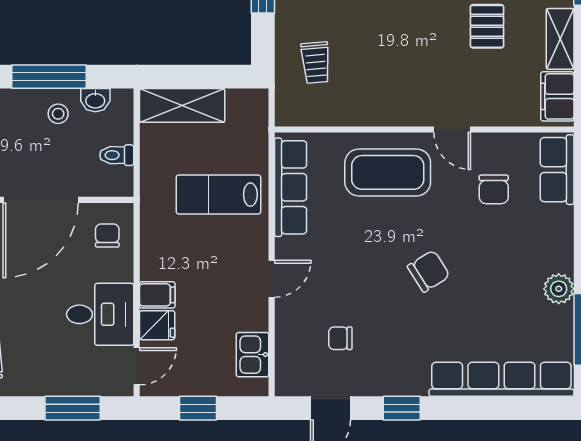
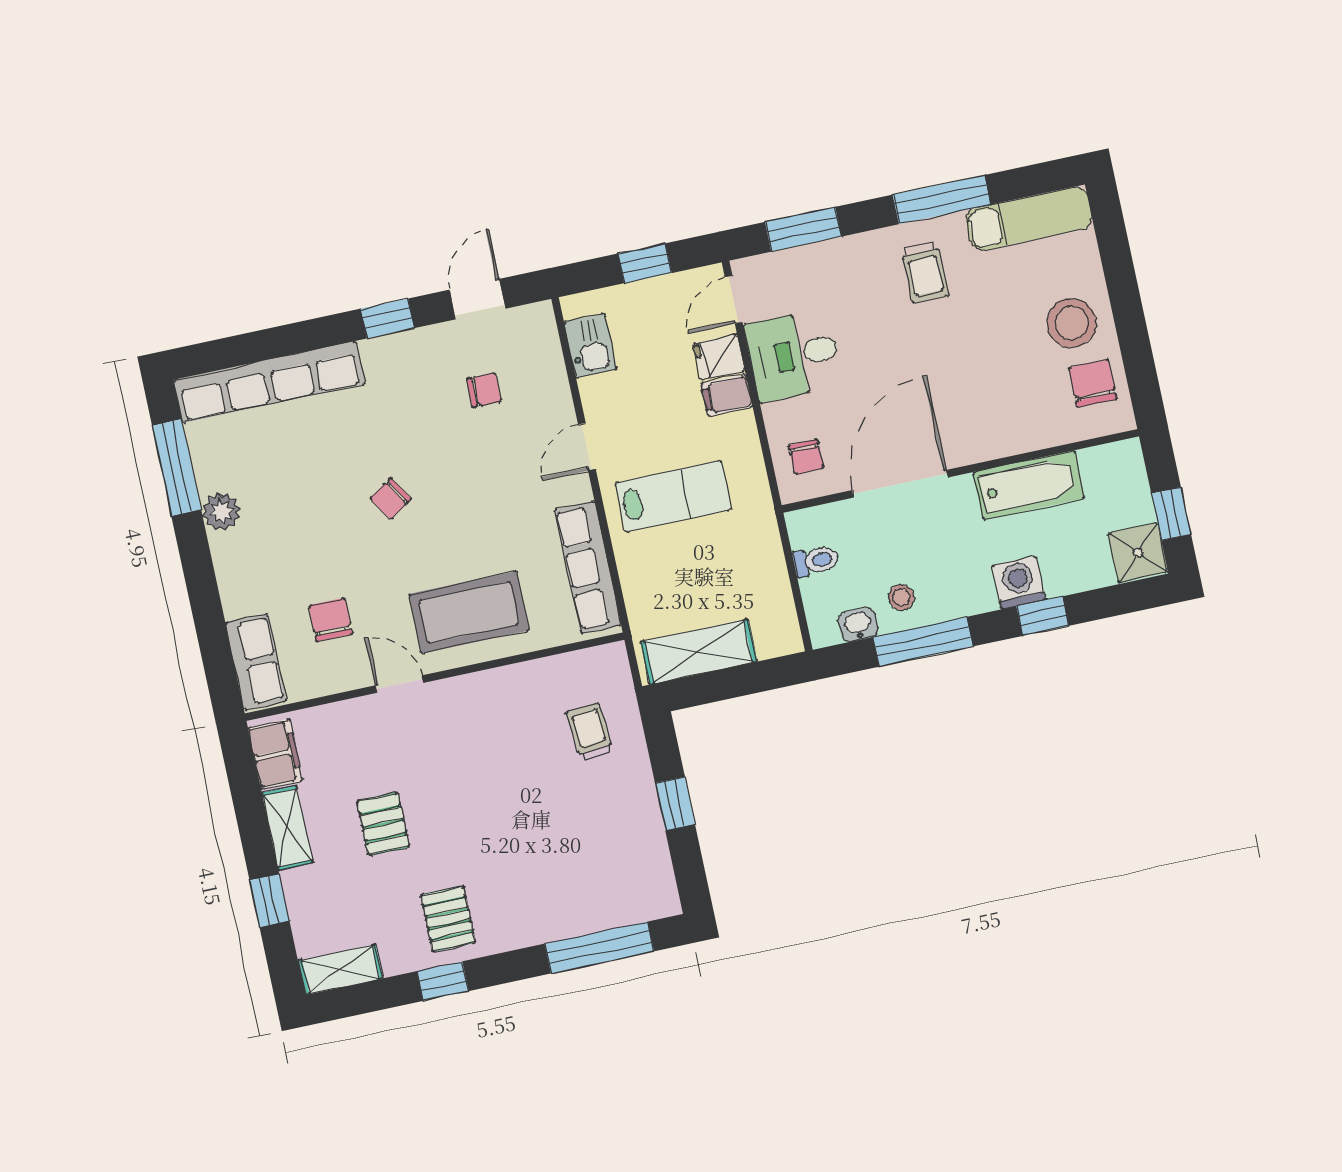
shelving: (182, 105) -> (699, 652), moved
lab bench: (218, 195) -> (673, 496), moved
chair: (429, 271) -> (391, 499), width x0.73, depth x0.73

